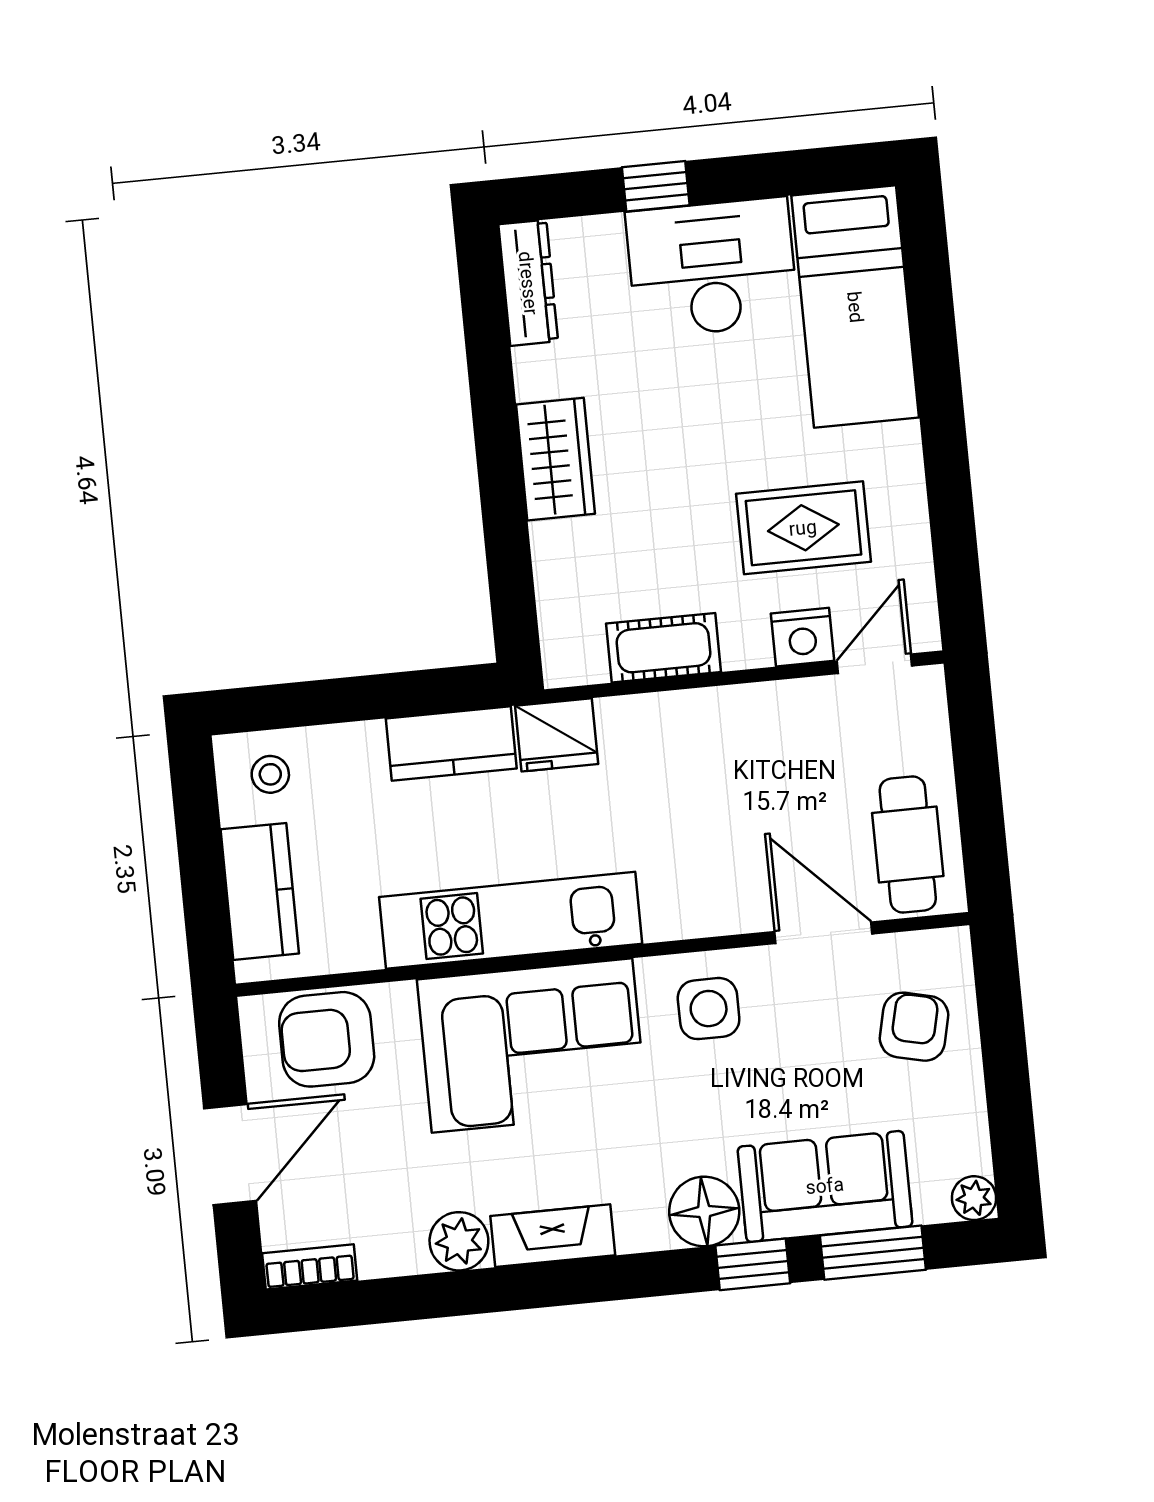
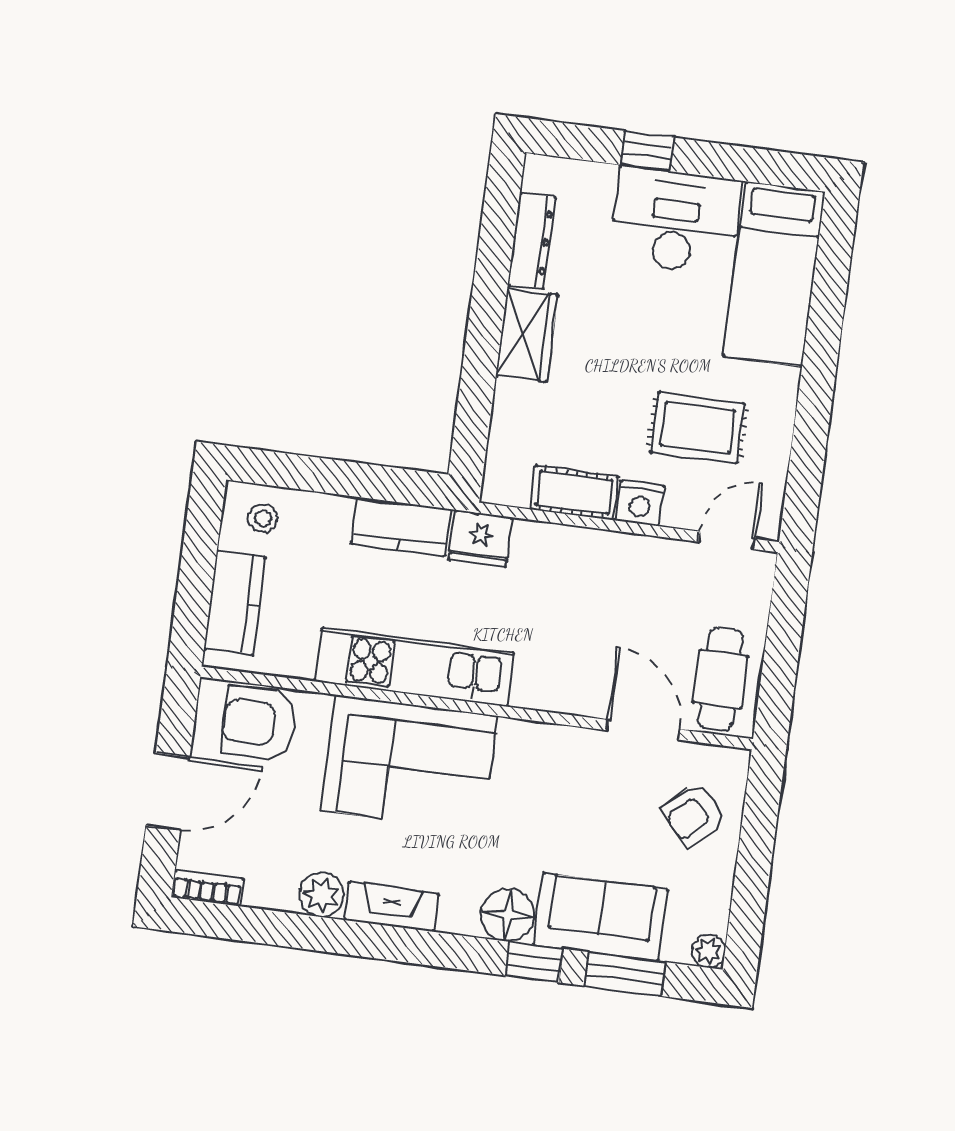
dresser: (528, 283) -> (532, 241), moved
nightstand: (802, 637) -> (640, 503), moved
side table: (709, 1009) -> (545, 766), removed
armchair: (914, 1027) -> (694, 815), turned -146

